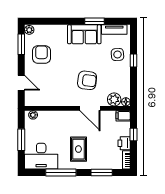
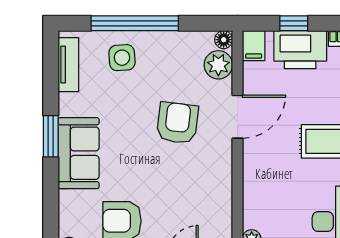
window: (94, 21) -> (51, 136), moved
sofa: (84, 34) -> (79, 153), moved
window: (133, 60) -> (135, 23), width x3.17
printer: (124, 143) -> (300, 50), width x1.87, depth x1.48

